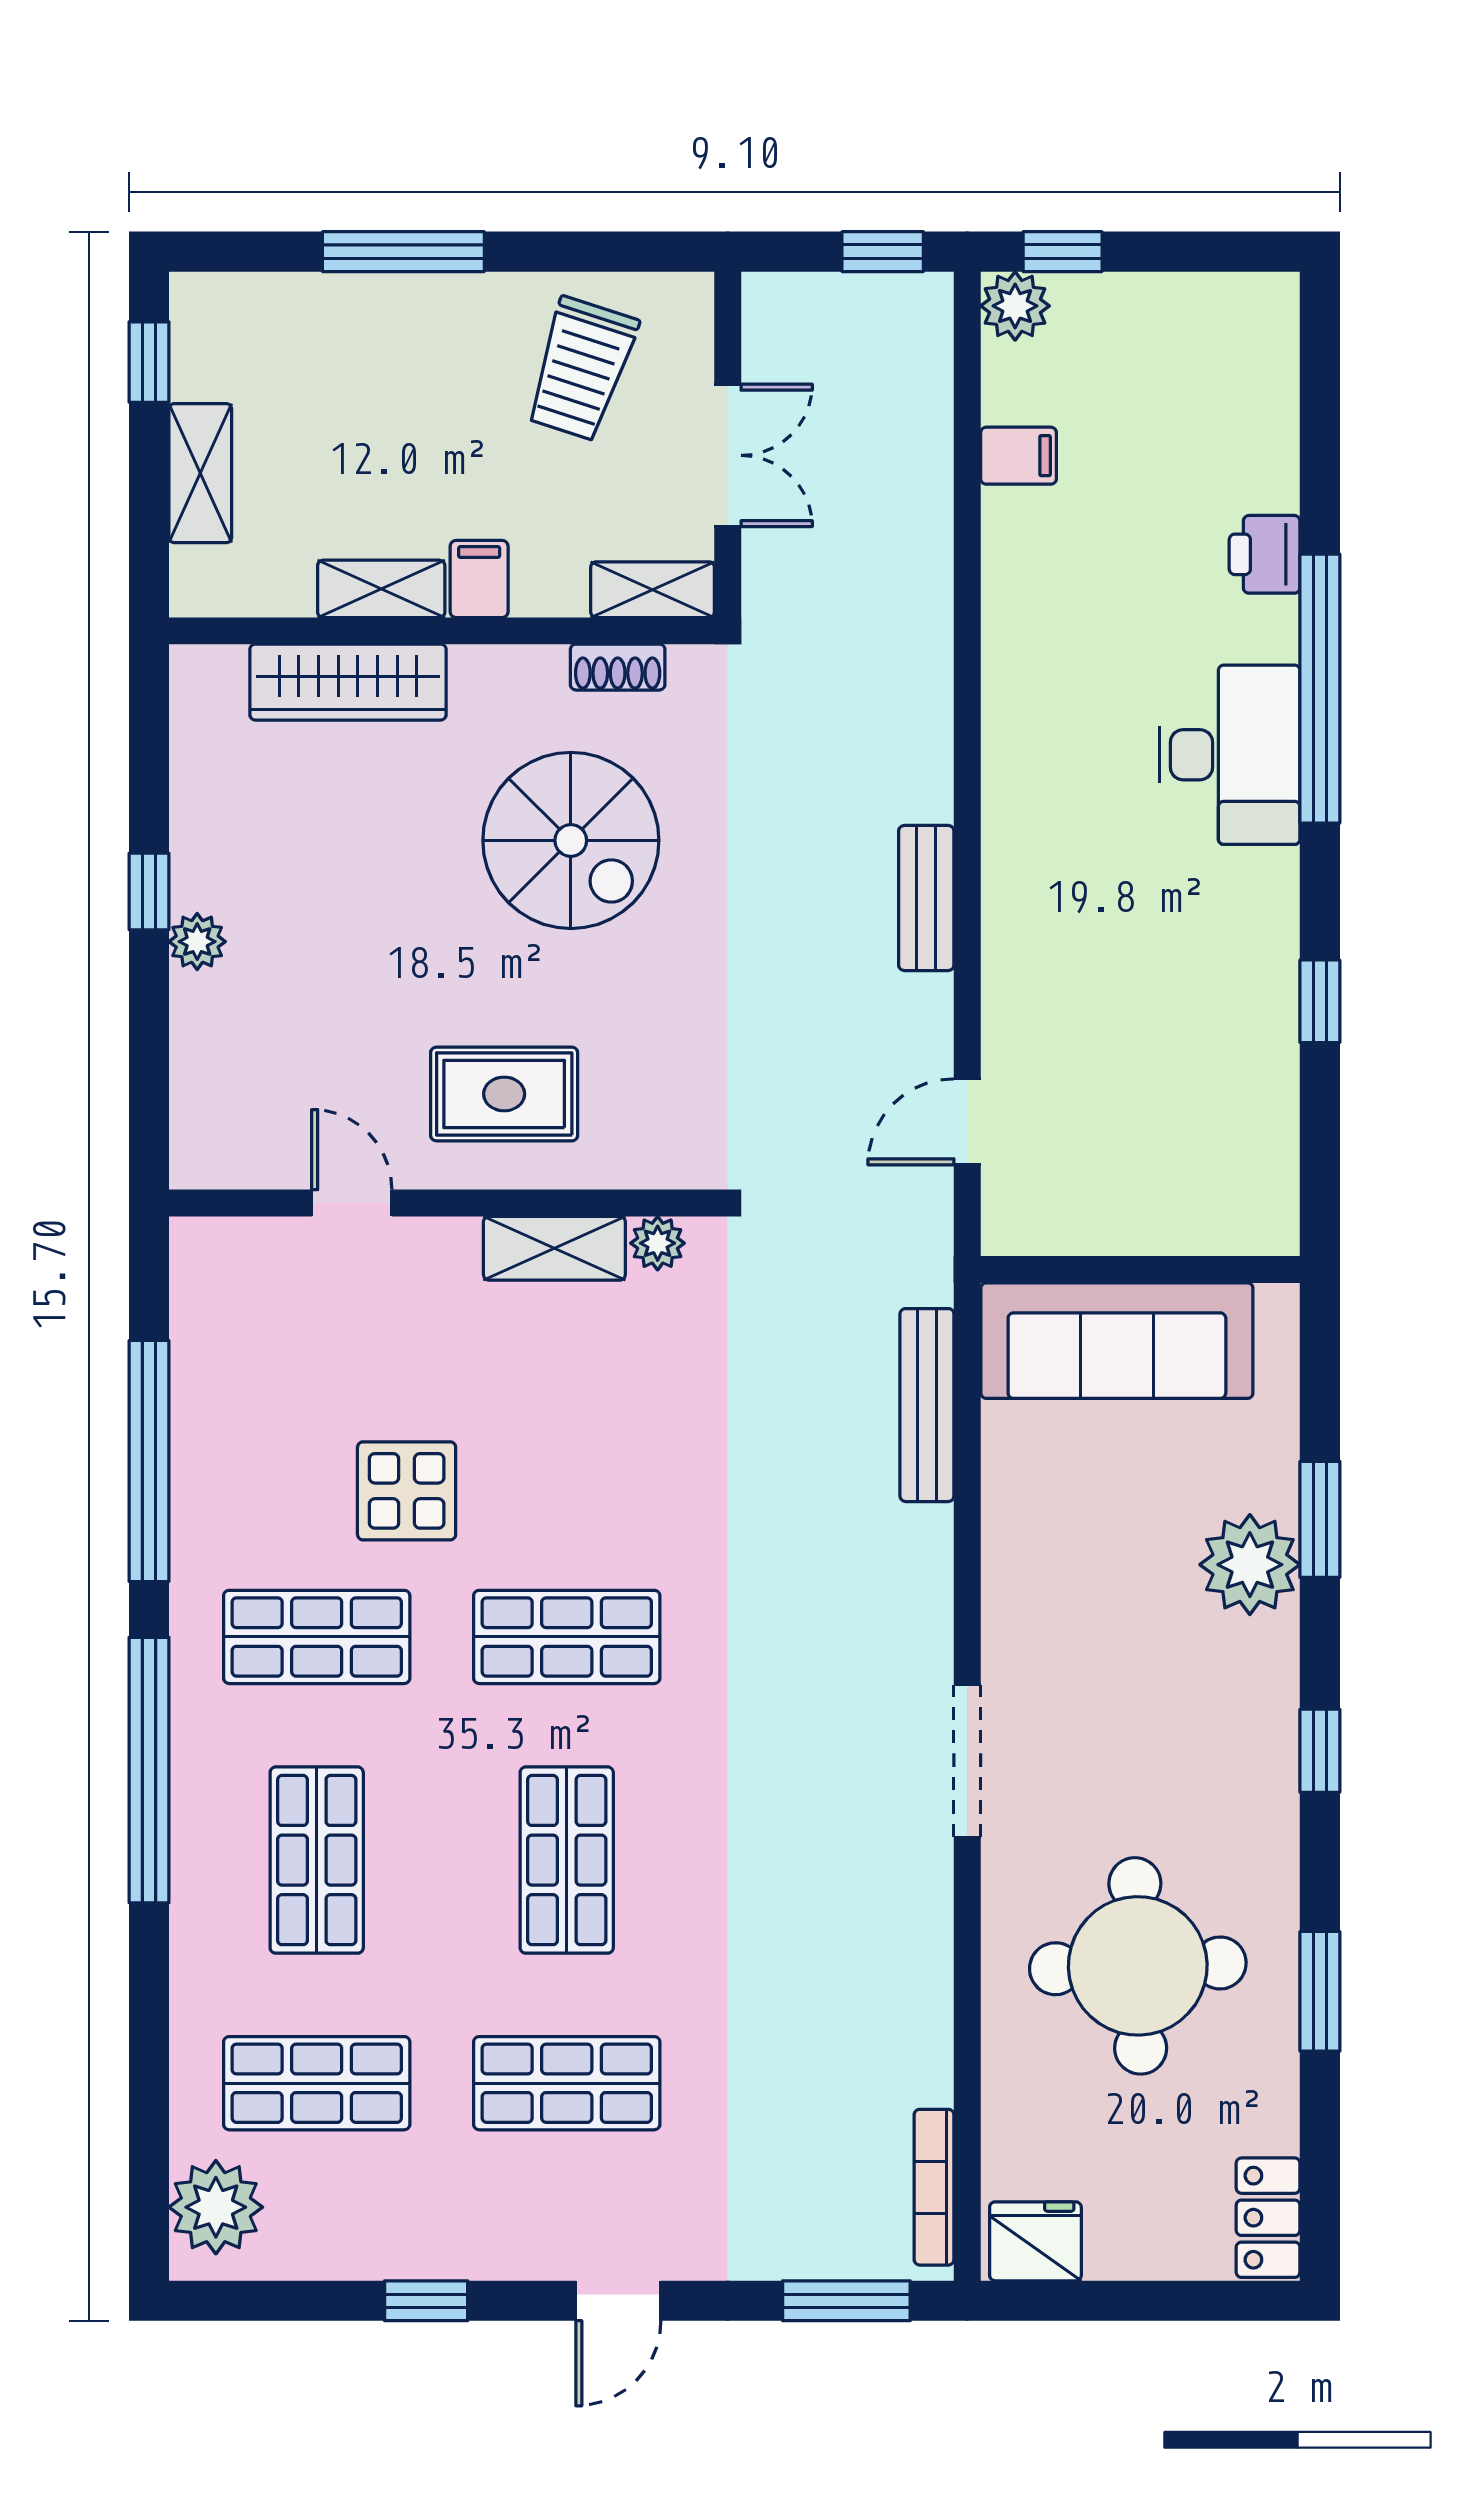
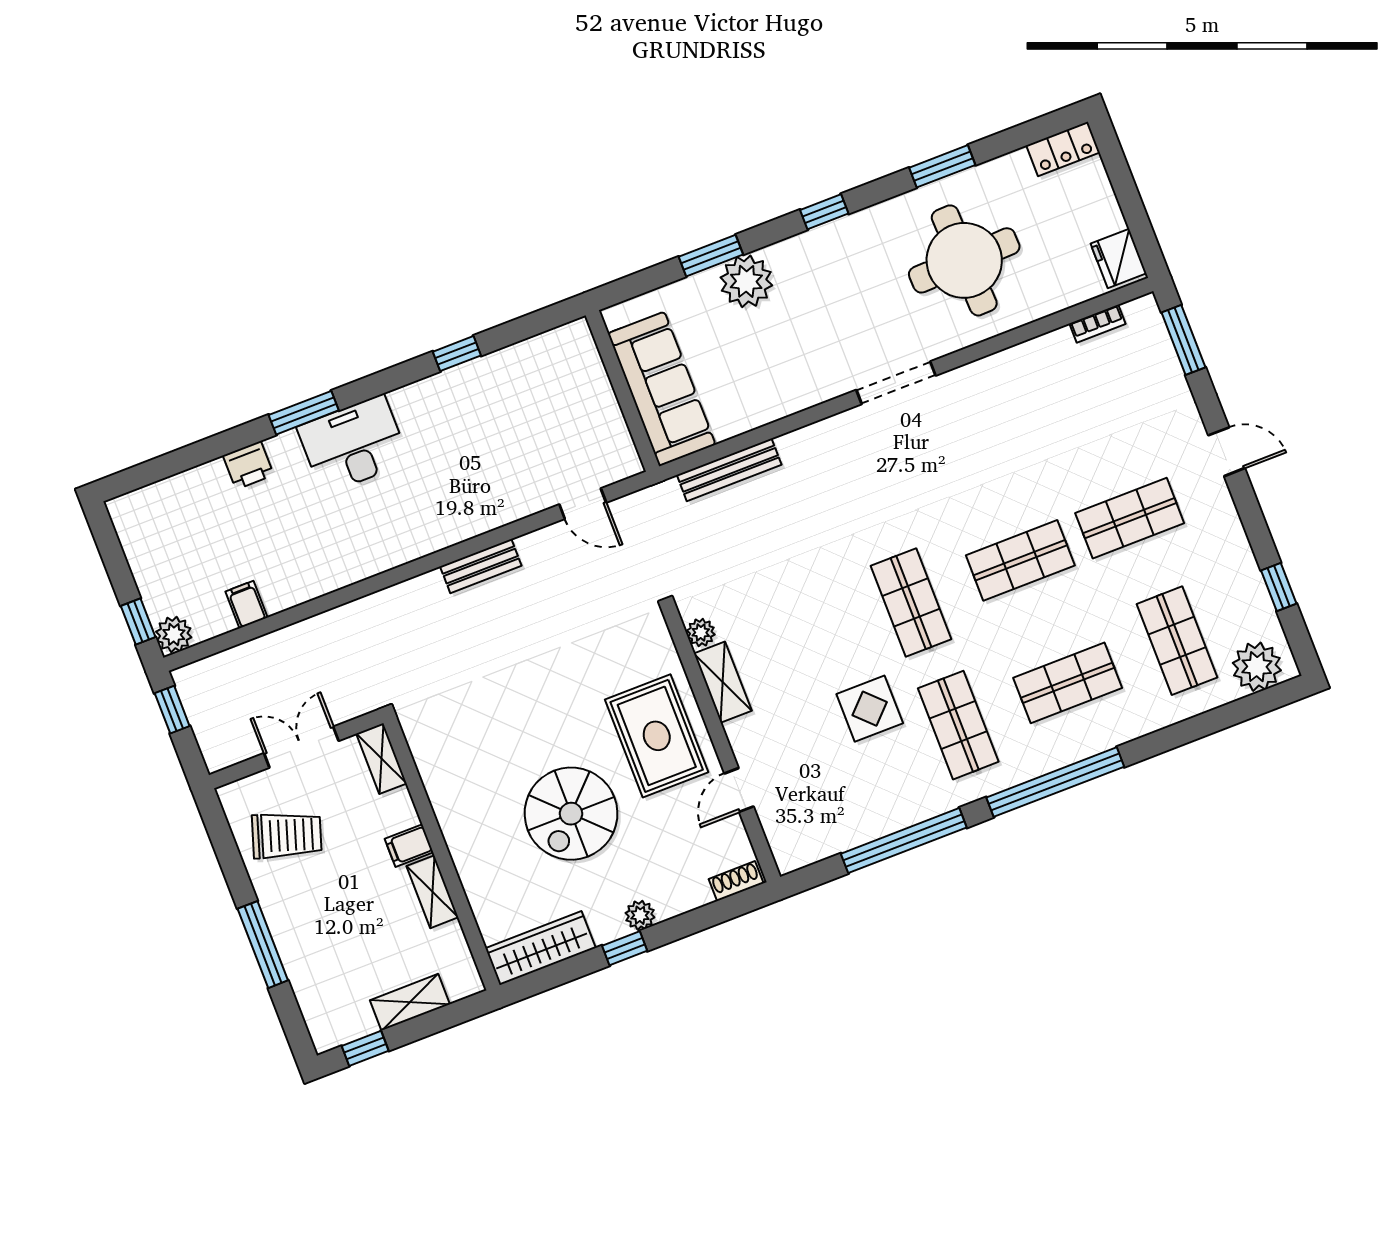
shoe rack: (618, 667) -> (736, 881), moved, turned -90
wardrobe: (348, 682) -> (541, 948), moved, turned -90
window: (1320, 689) -> (304, 413), width x0.47
spiral stairs: (571, 840) -> (571, 814), moved, turned 180
rug: (504, 1094) -> (657, 736), width x1.36, depth x1.43
shop shelf: (567, 2083) -> (1130, 518), turned 90
bookcase: (934, 2187) -> (1097, 324), width x0.64
window: (426, 2301) -> (1279, 587), moved

